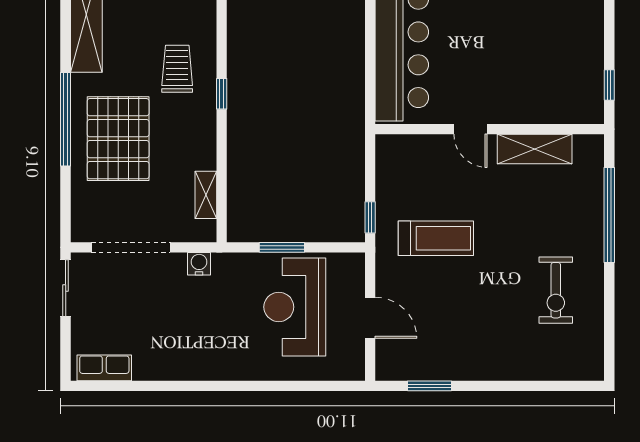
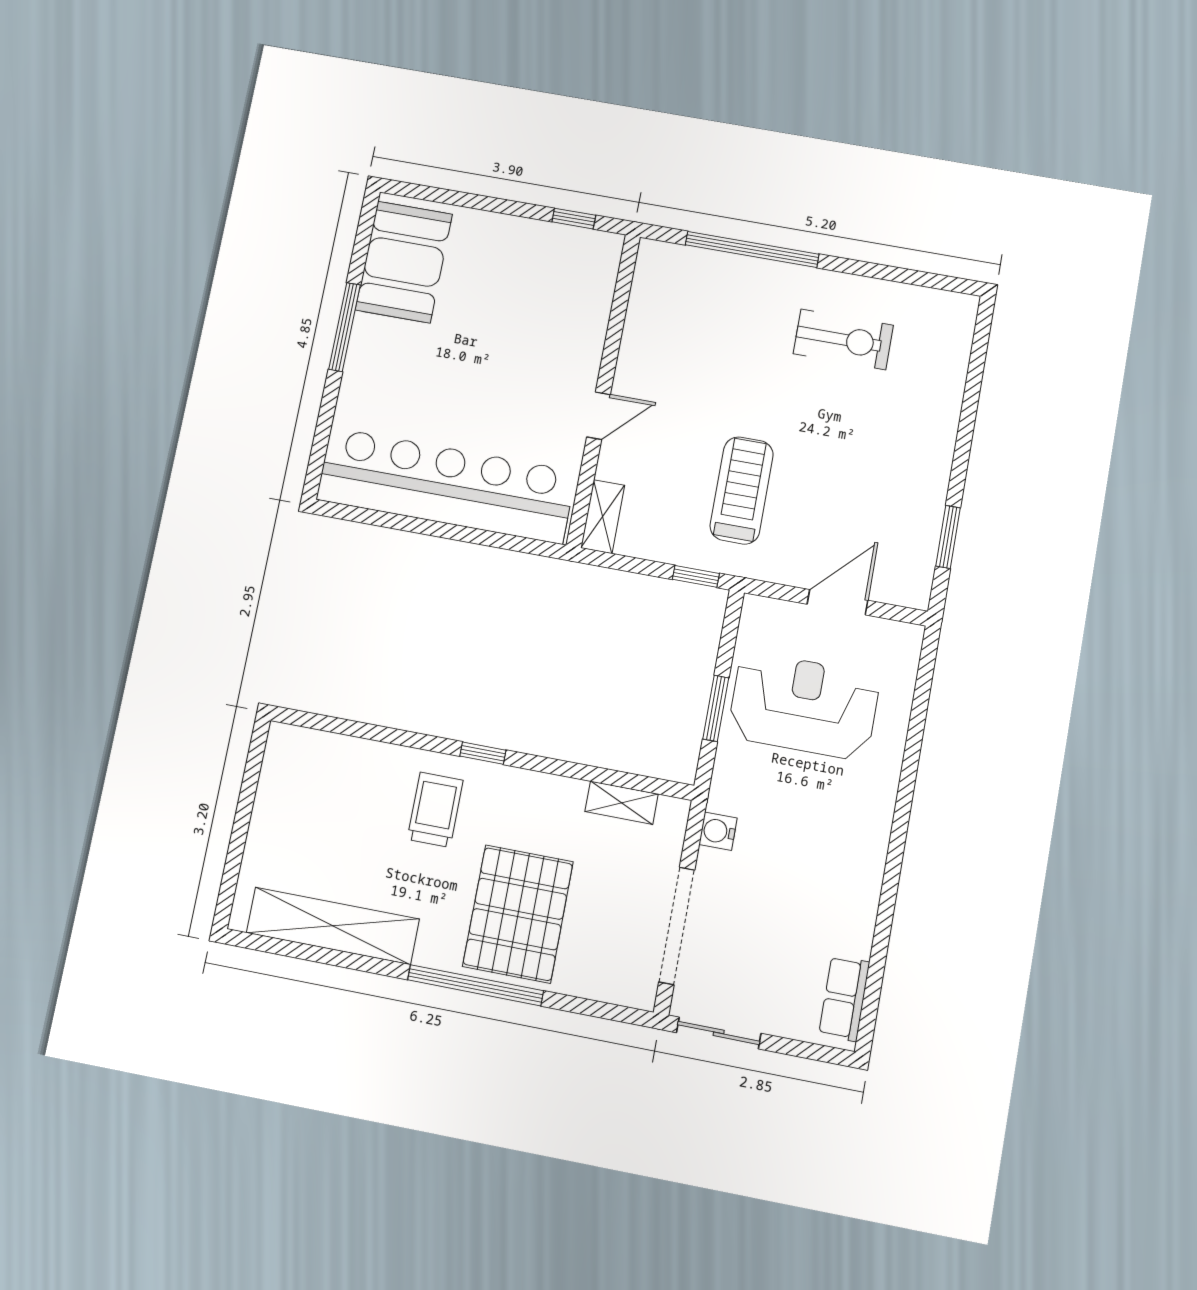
trolley: (177, 69) -> (435, 810), turned 90
pallet: (118, 139) -> (518, 914), turned 90
shelving: (535, 149) -> (603, 517), moved, width x0.67, depth x0.75
reception desk: (295, 307) -> (804, 706), turned 180

